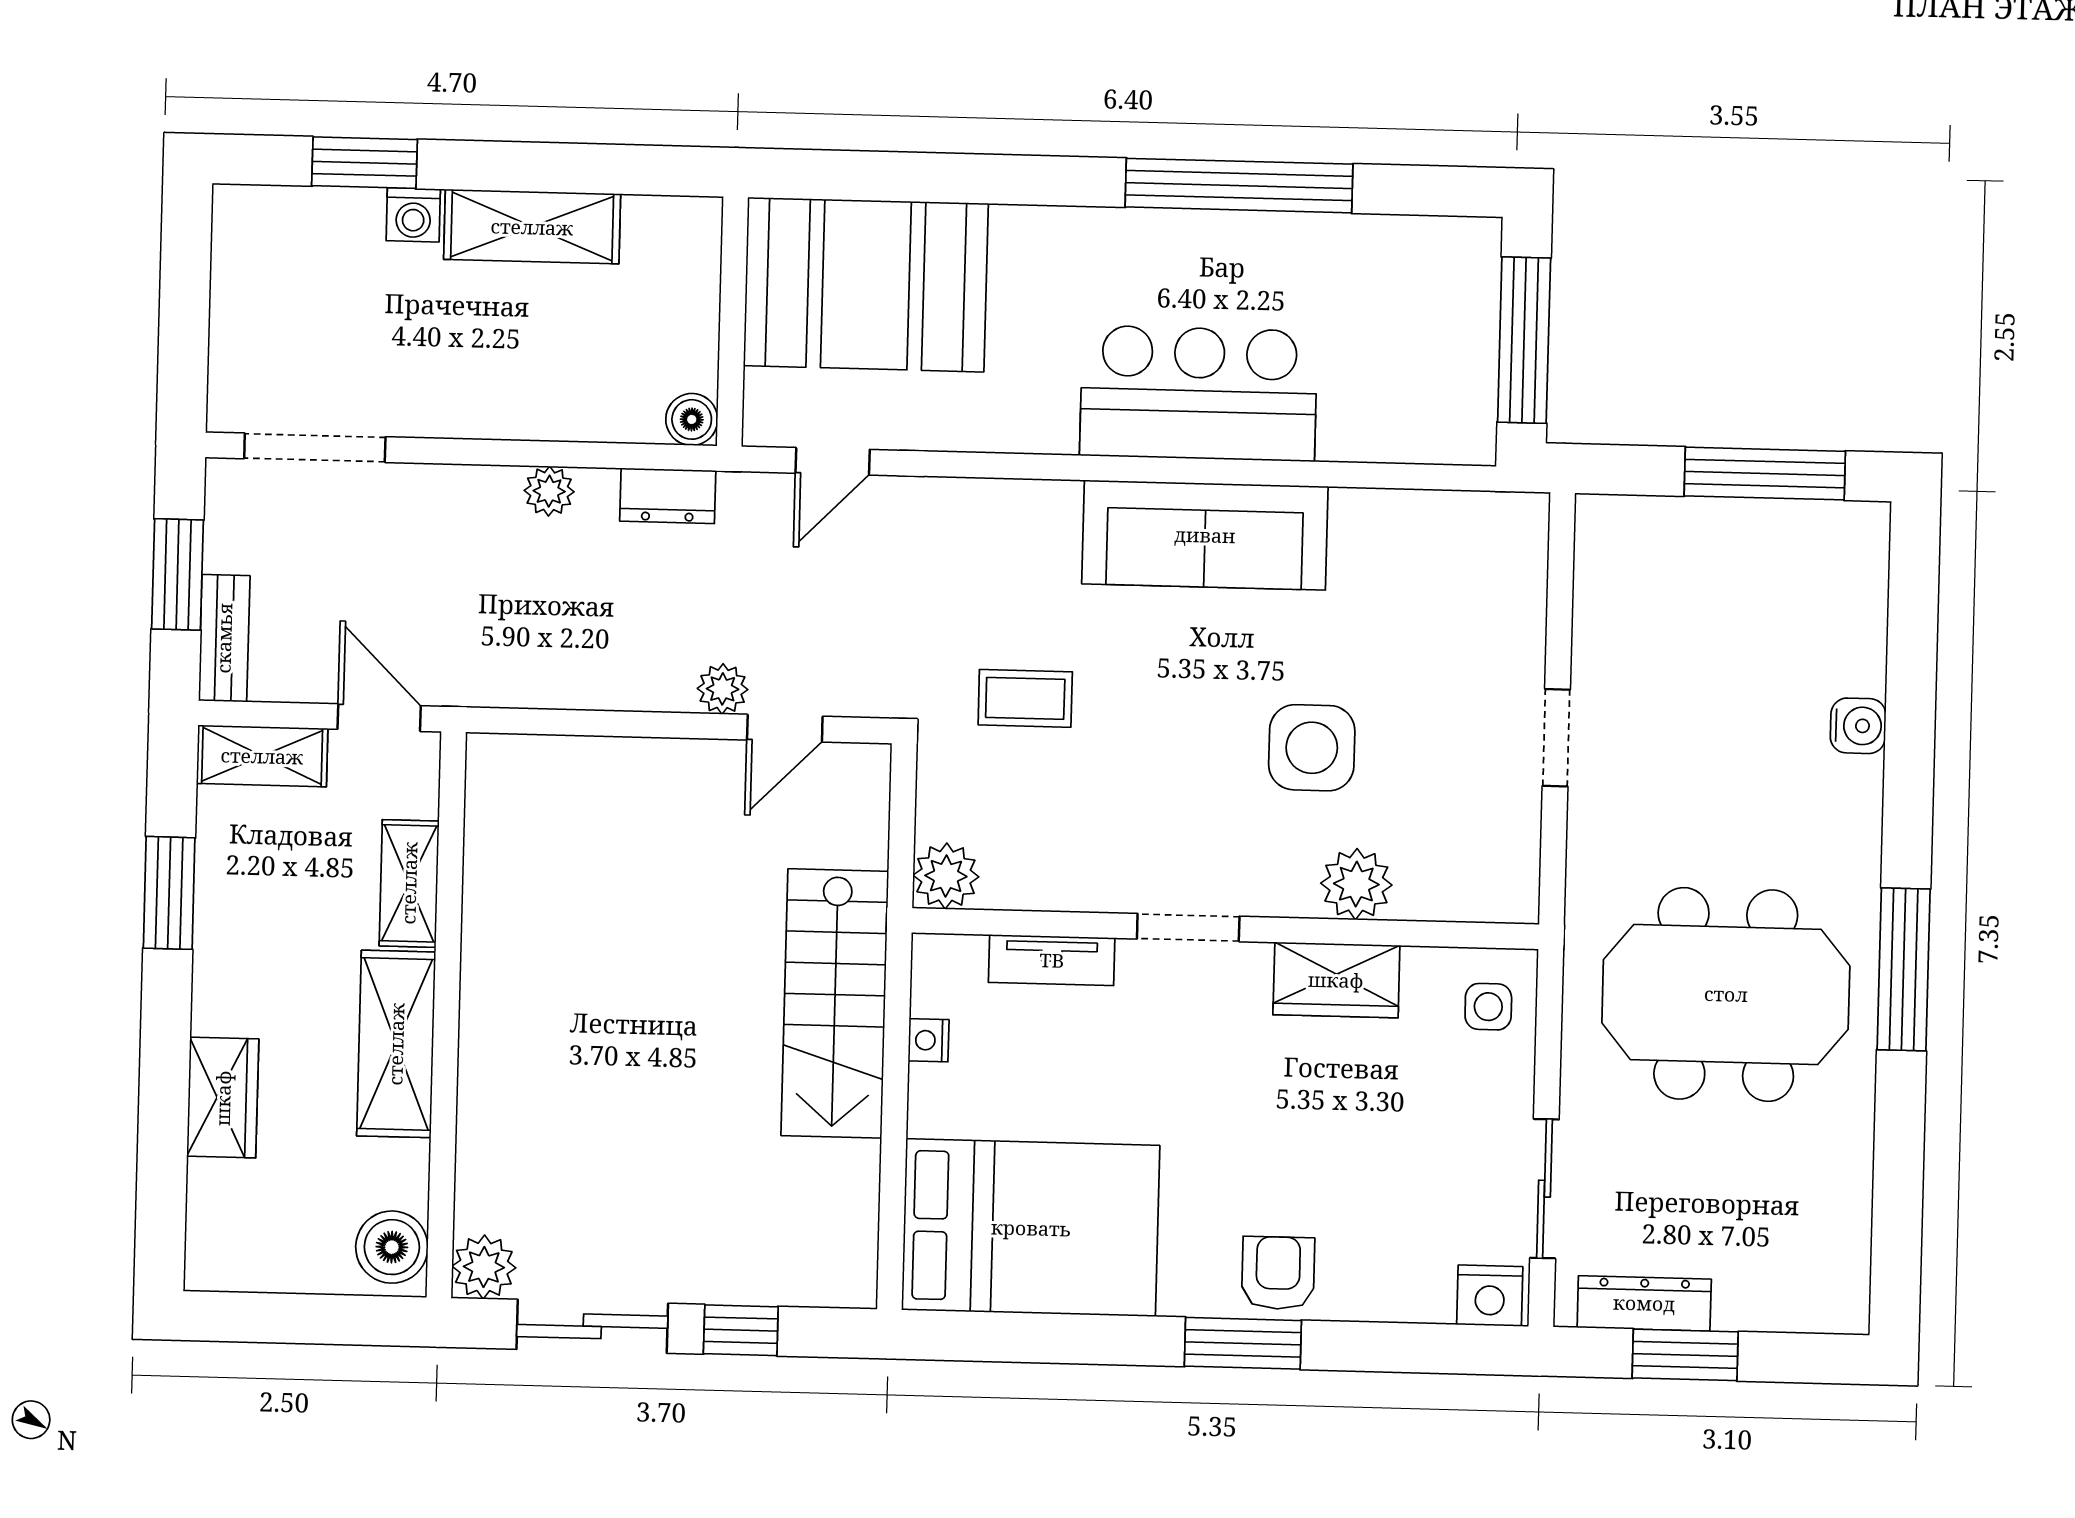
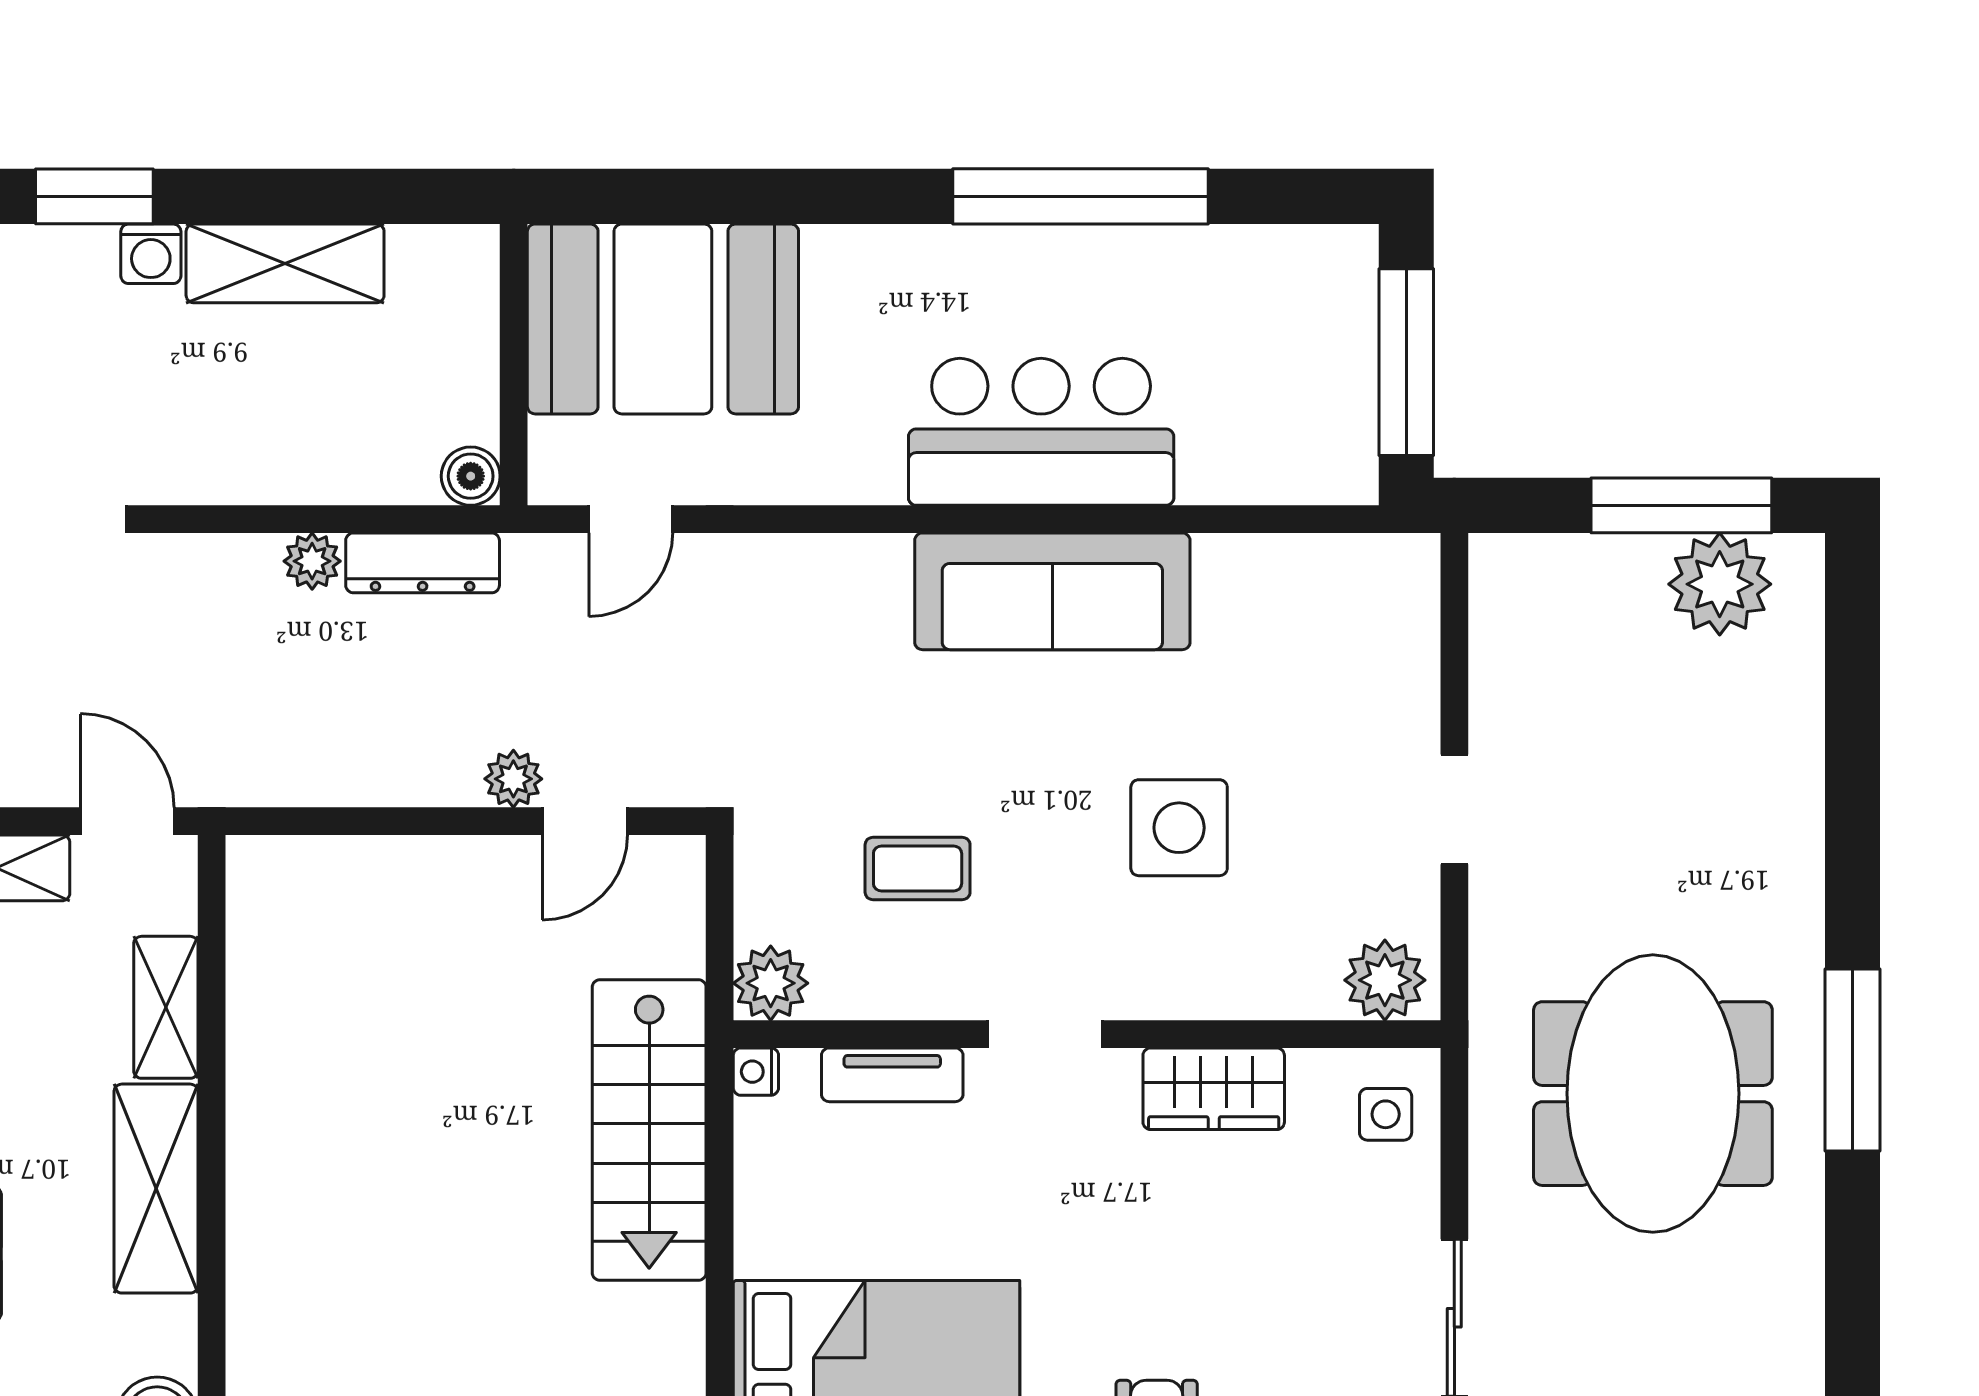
dresser: (668, 496) -> (423, 563), width x1.44
plant: (1797, 544) -> (1720, 584), added
coffee table: (1025, 698) -> (918, 869), moved
water cooler: (1858, 726) -> (1794, 787), removed
plant: (1356, 884) -> (1385, 980), moved
meeting table: (1726, 994) -> (1653, 1094), turned 90
nightstand: (929, 1040) -> (756, 1072), moved

